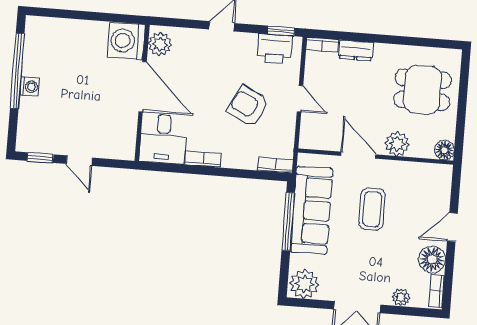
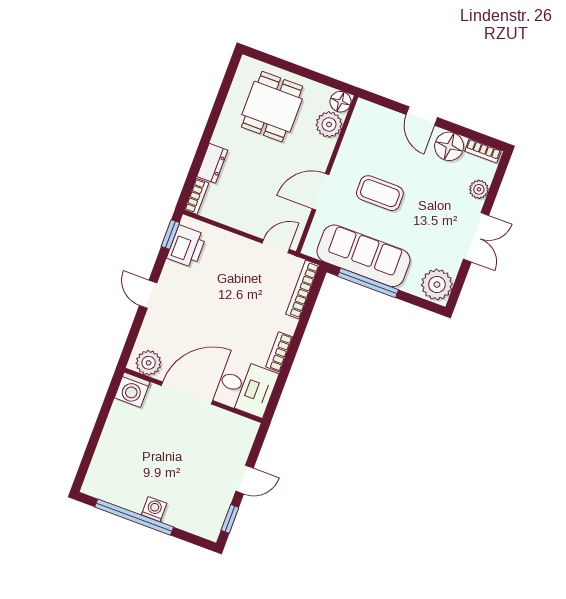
washing machine: (126, 41) -> (132, 390), width x0.73, depth x0.73
door: (300, 99) -> (276, 246), moved
armchair: (248, 106) -> (238, 290), removed
plant: (397, 144) -> (329, 124), moved
bookcase: (275, 165) -> (303, 289), width x1.56

